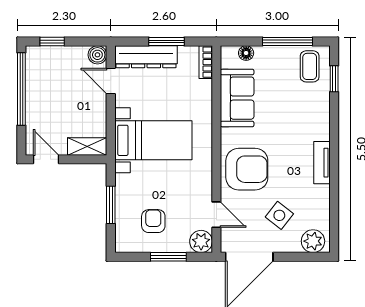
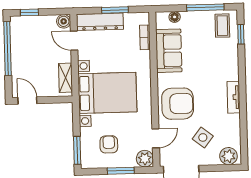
bookcase: (206, 62) -> (145, 37), moved
bed with nightstands: (153, 140) -> (107, 93), width x1.36
shelving: (87, 146) -> (65, 78), moved, turned 90
window: (111, 205) -> (77, 150), moved
door: (216, 215) -> (156, 138), hinge flipped

